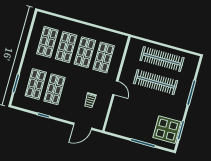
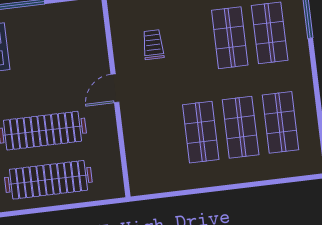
shop shelf: (104, 58) -> (161, 137), removed
door: (115, 88) -> (115, 88), hinge flipped

